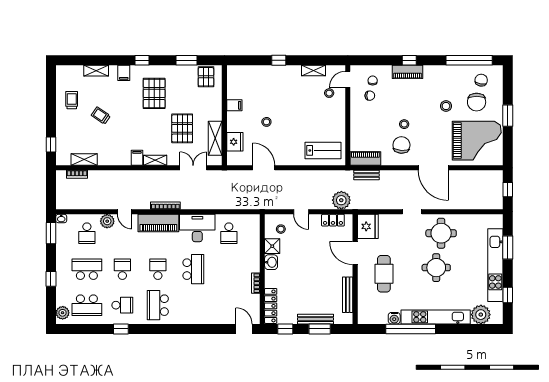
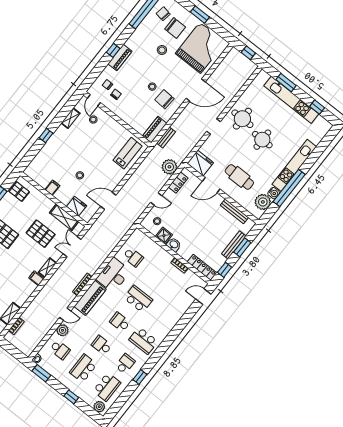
plant: (481, 315) -> (263, 202), moved

